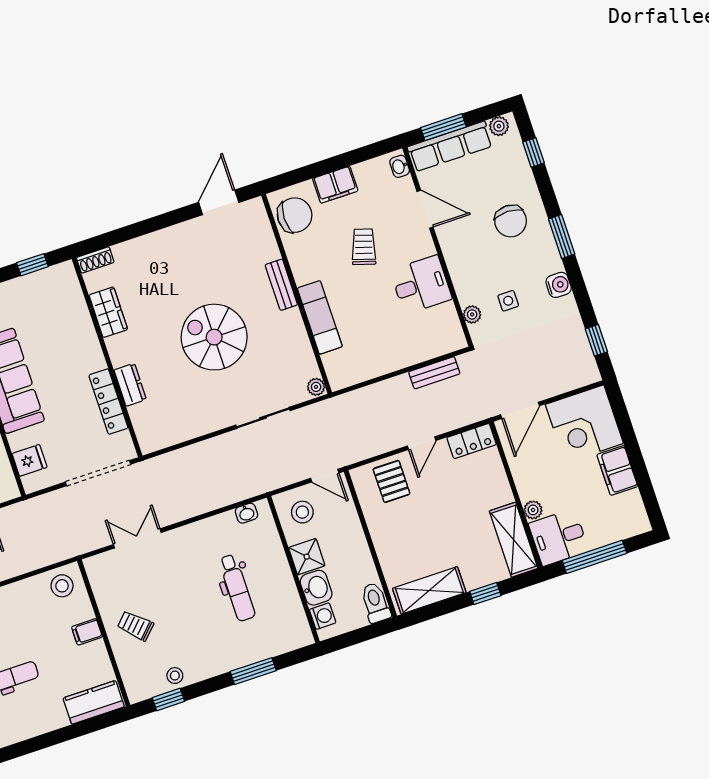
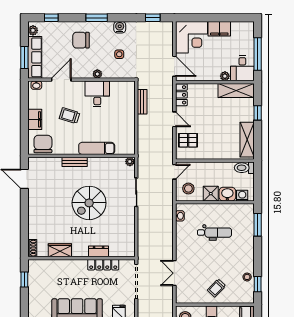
chair: (511, 221) -> (81, 40), turned 180
plant: (472, 314) -> (97, 74), moved
window: (253, 671) -> (258, 225), moved

